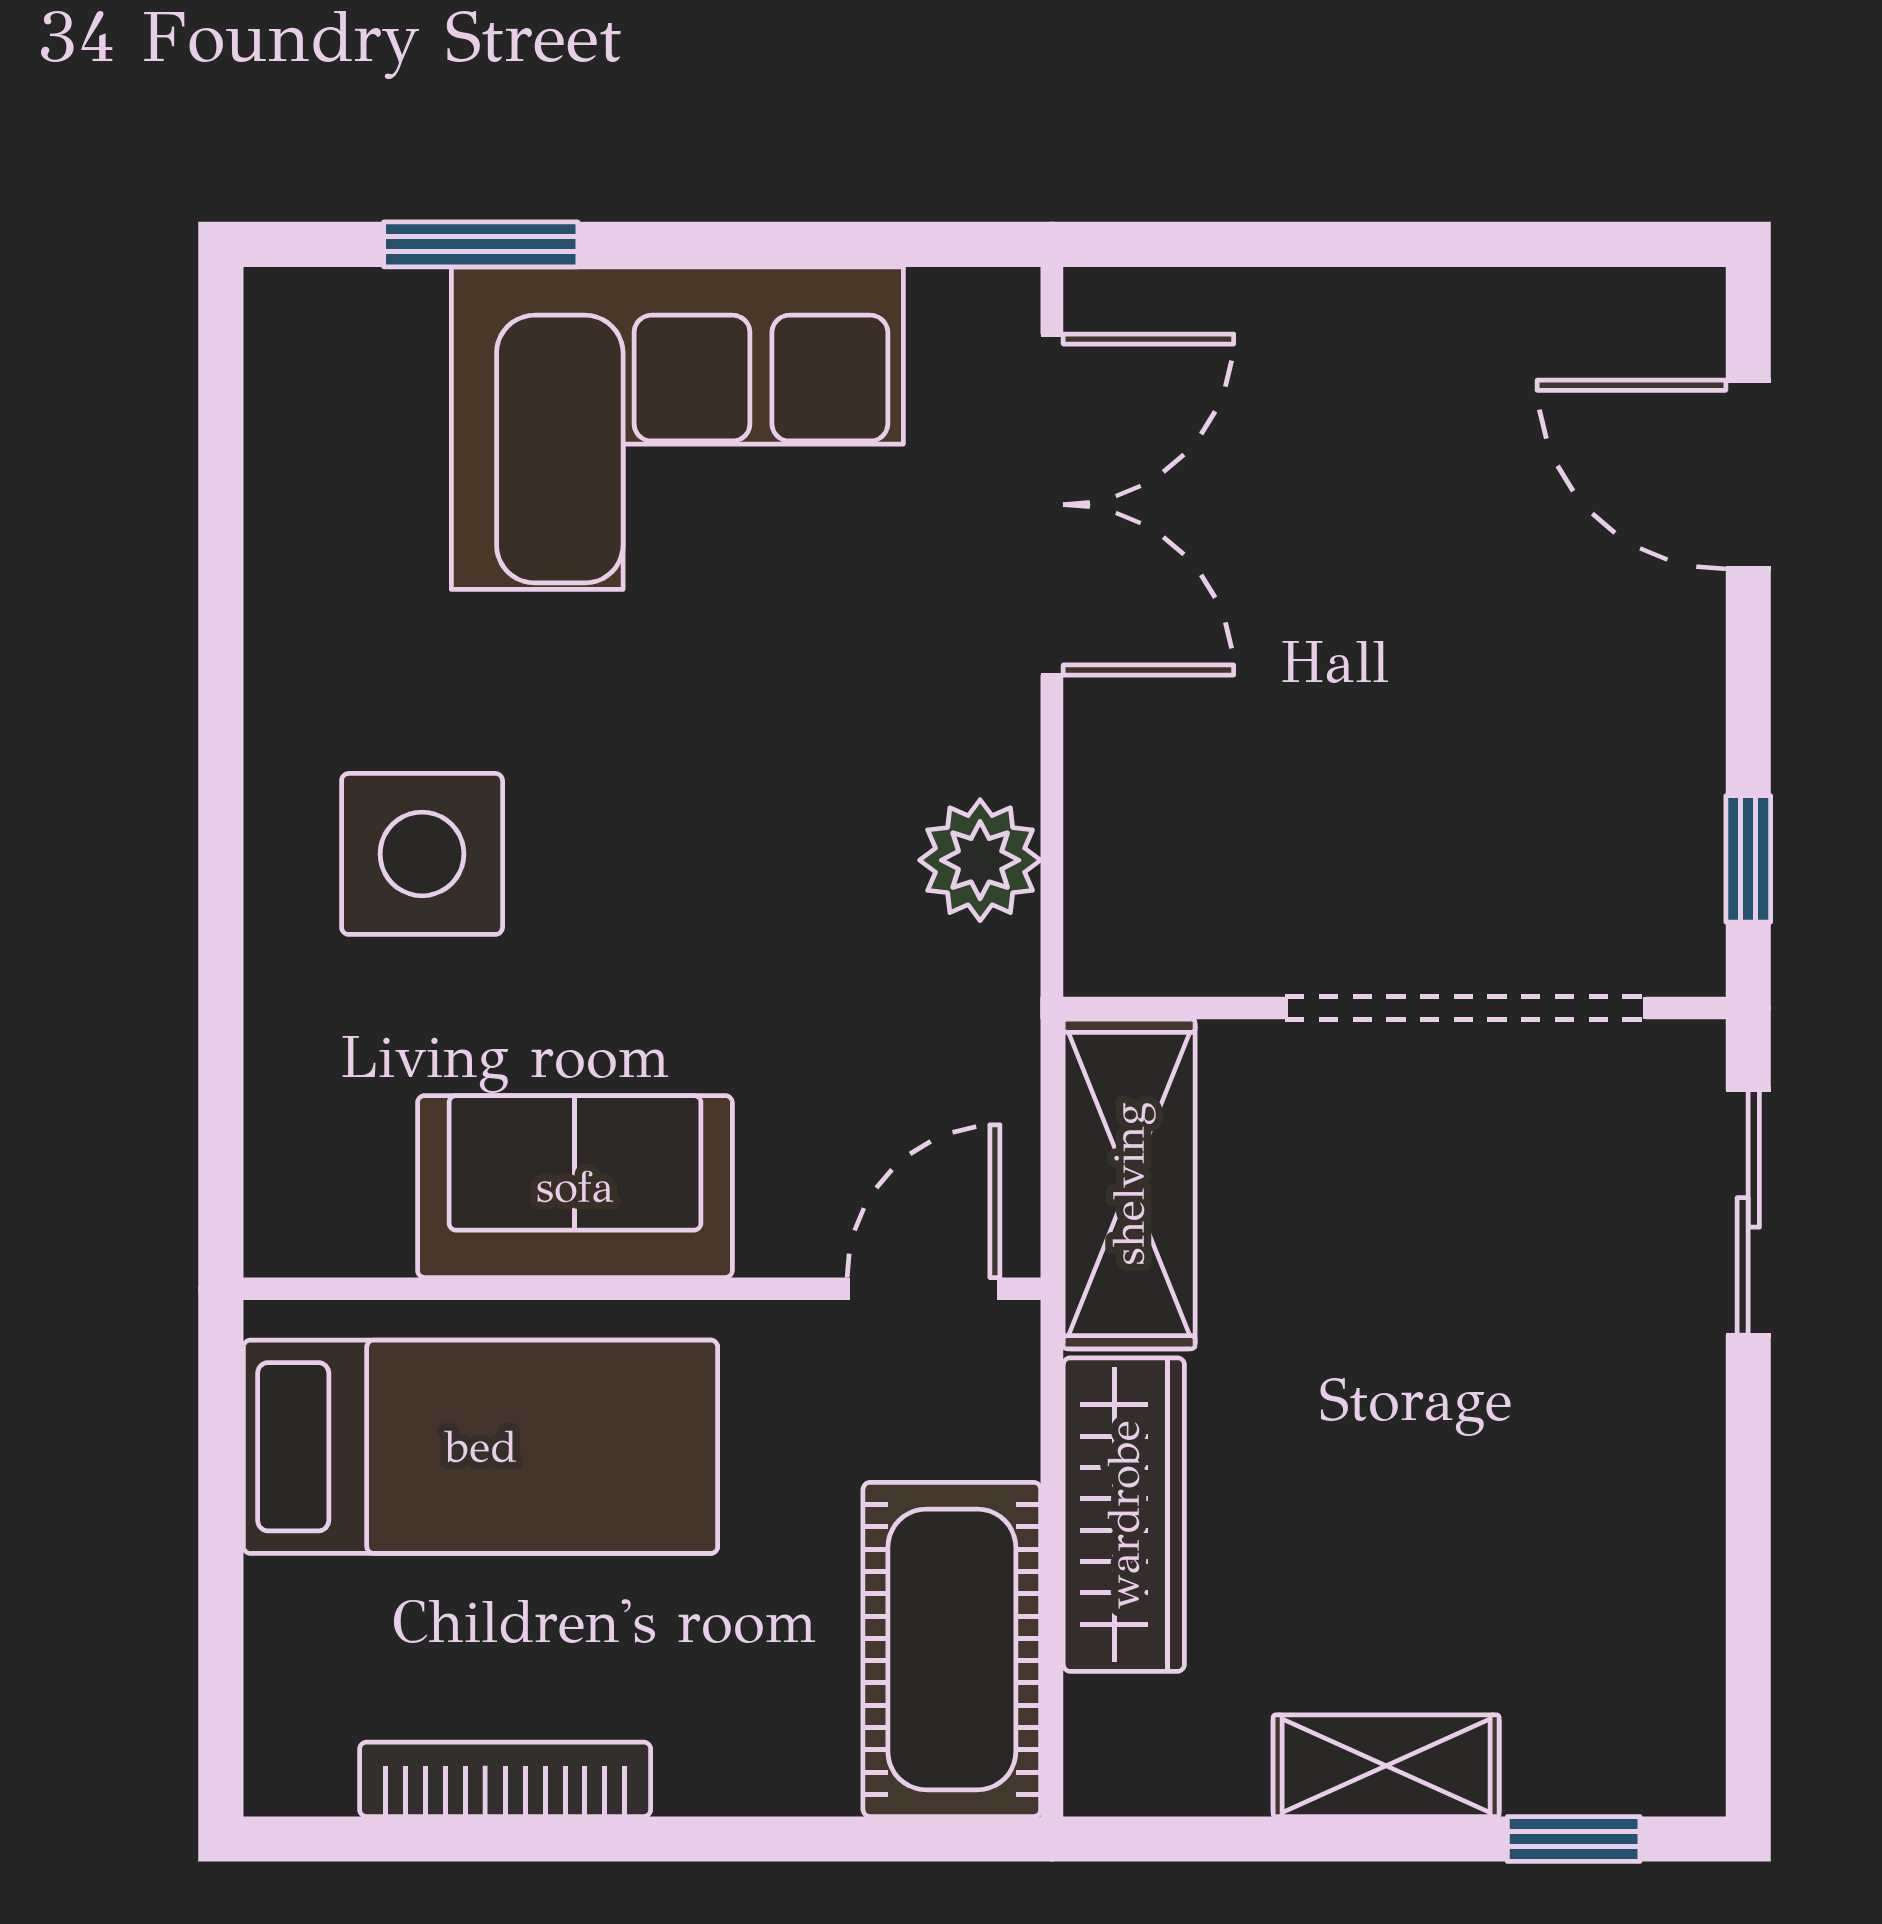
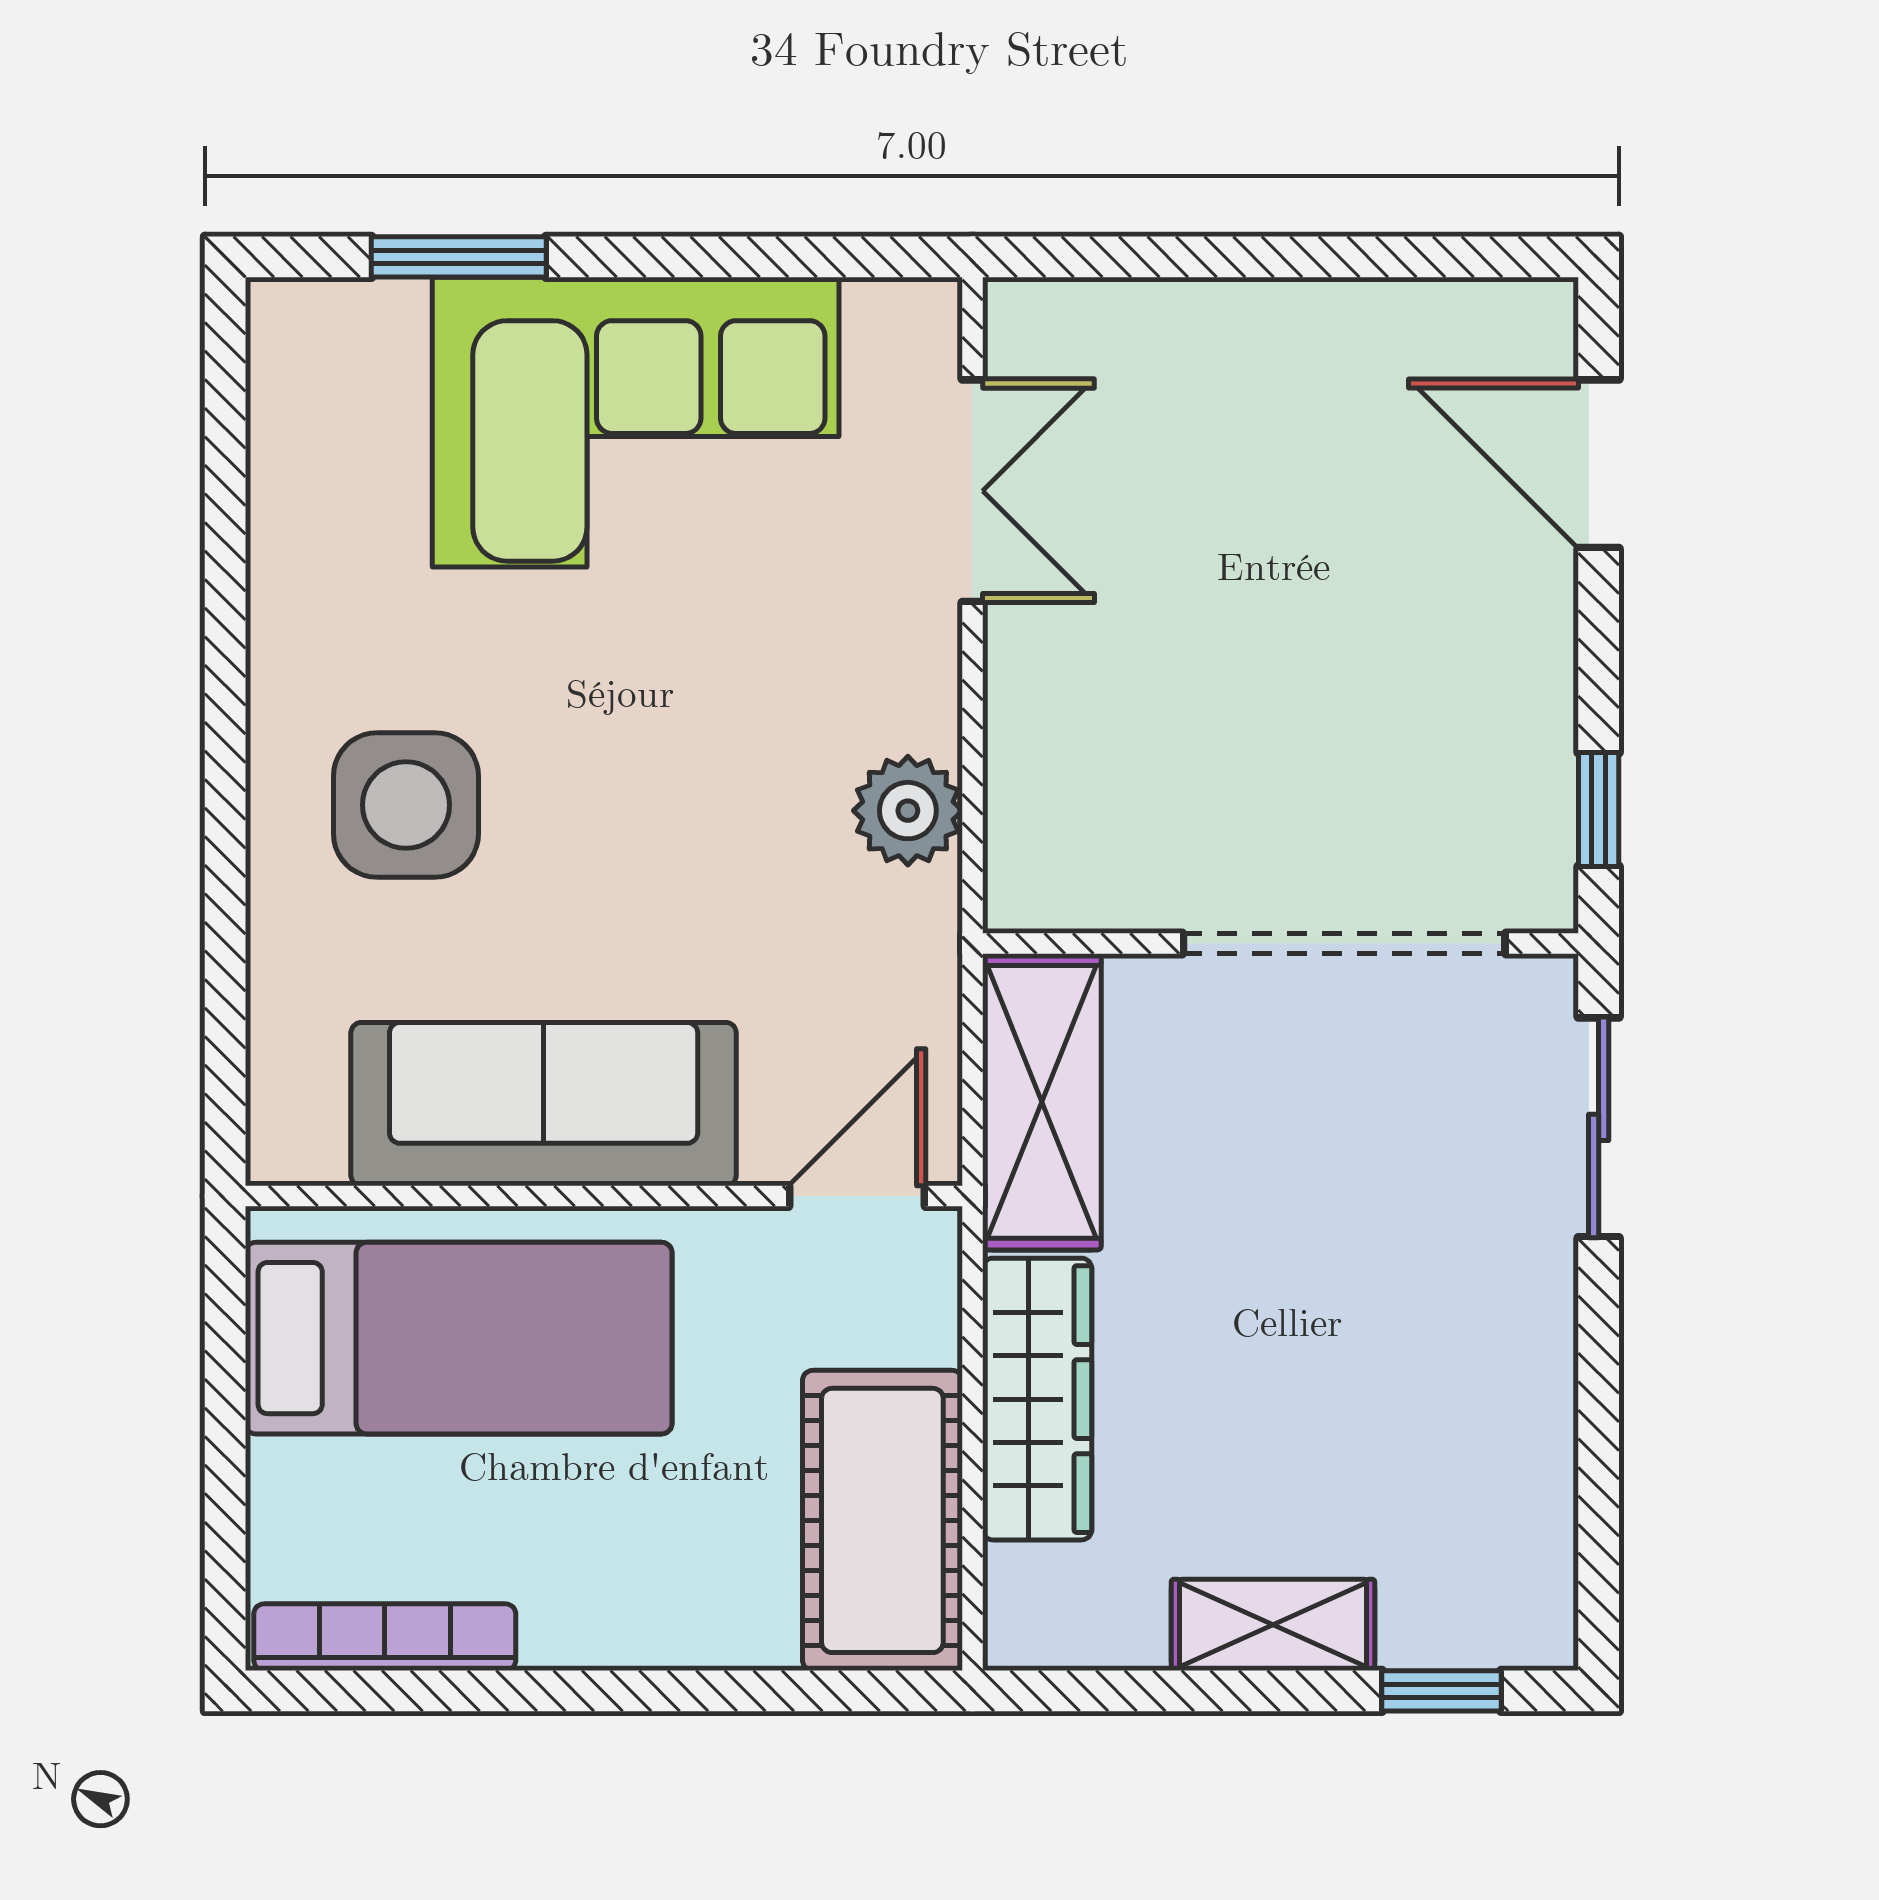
double door: (1052, 505) -> (972, 491), width x0.73
sofa: (575, 1187) -> (544, 1104), width x1.36
bookcase: (505, 1779) -> (385, 1637), moved

